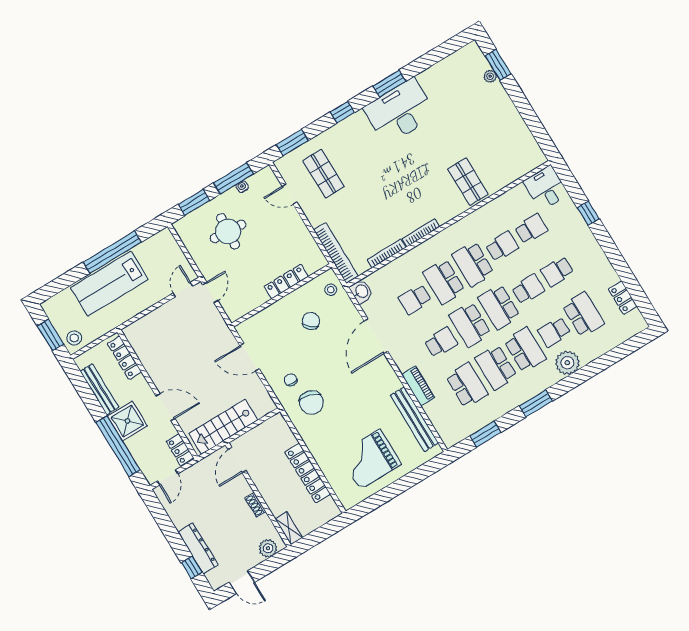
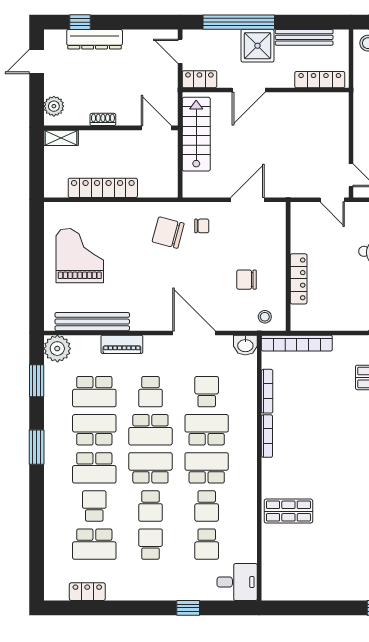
chair: (311, 321) -> (246, 280), turned 139
school desk: (470, 325) -> (150, 430), turned 180
plant: (567, 363) -> (57, 349), moved

